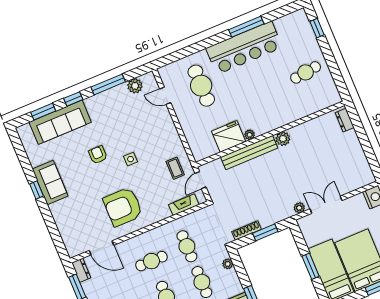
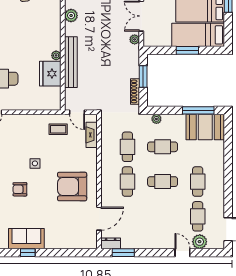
plant: (283, 139) -> (71, 15), moved
armchair: (123, 207) -> (72, 187), turned 90
cafe table: (187, 246) -> (127, 147), turned 90

